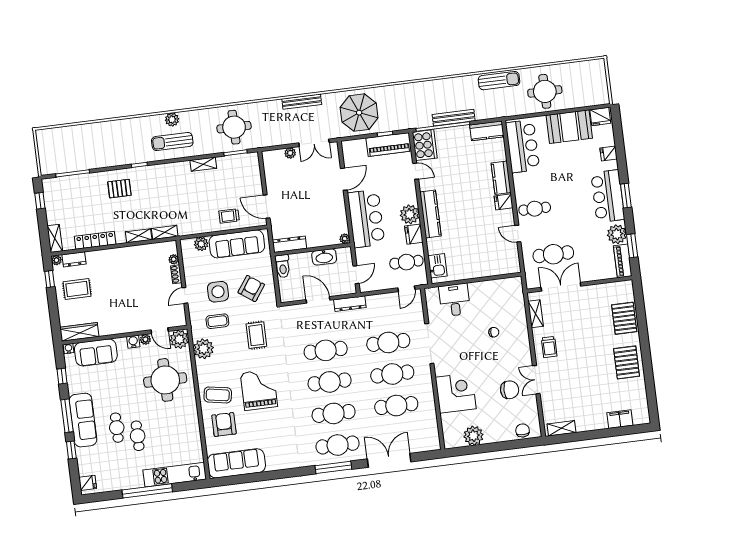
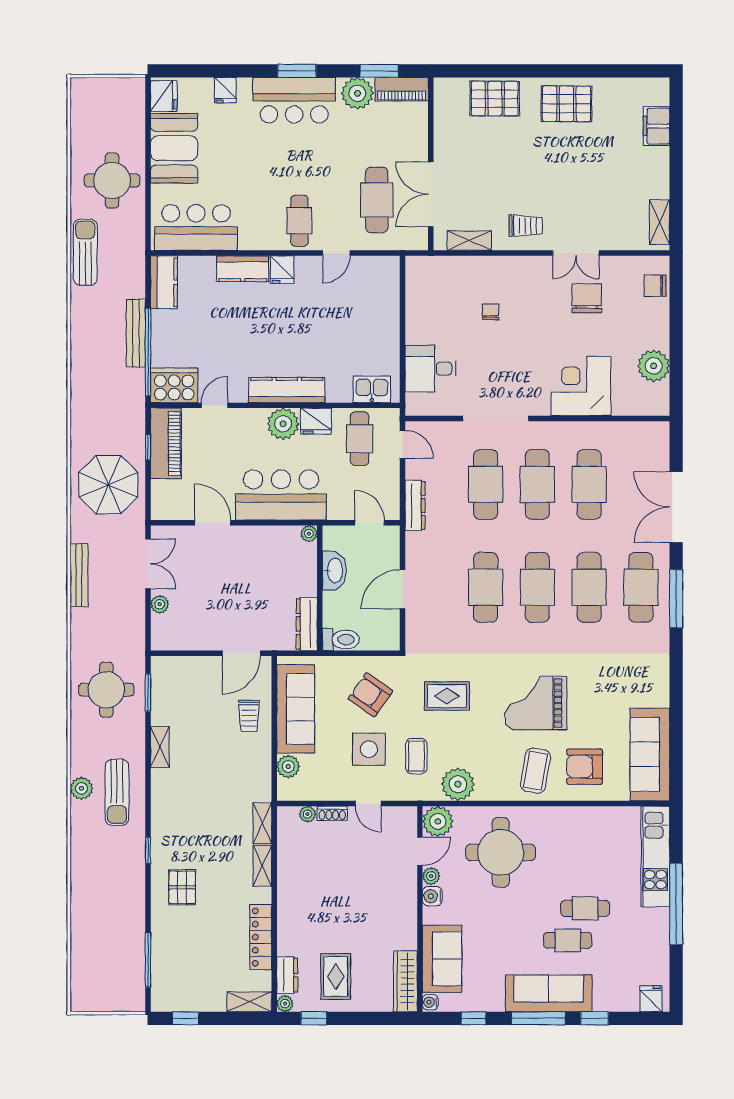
dresser: (350, 304) -> (415, 506), moved

